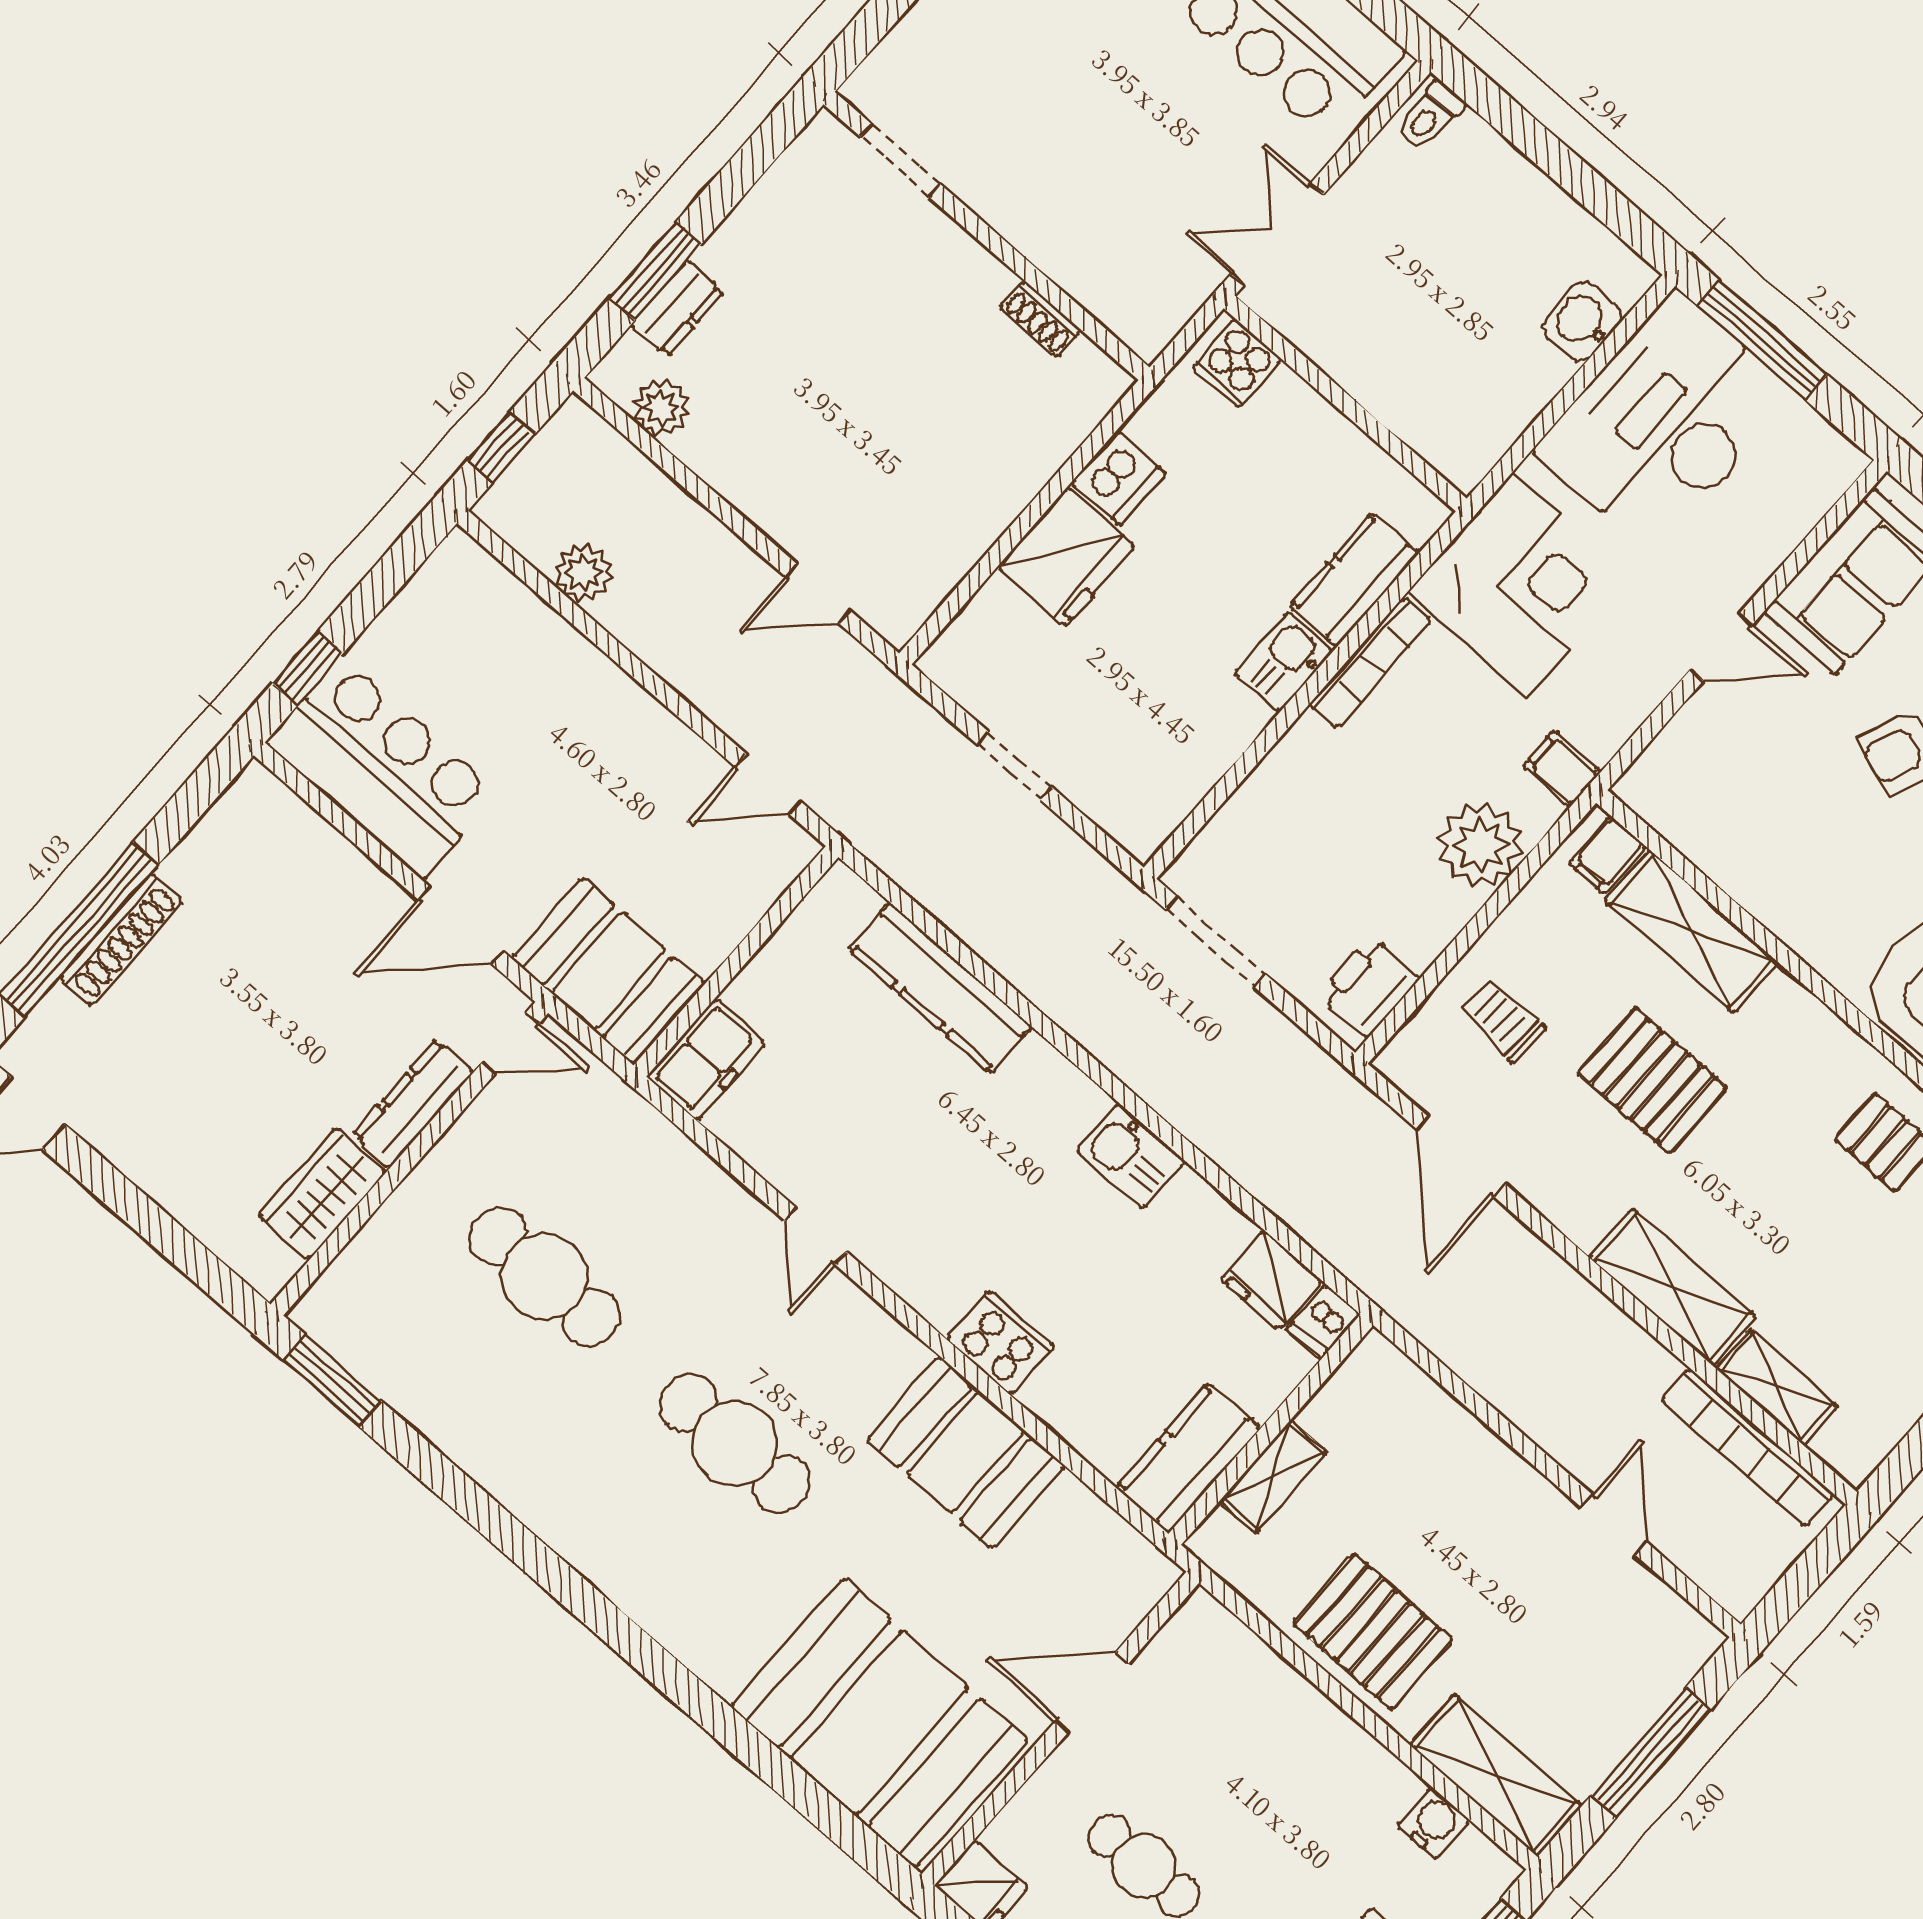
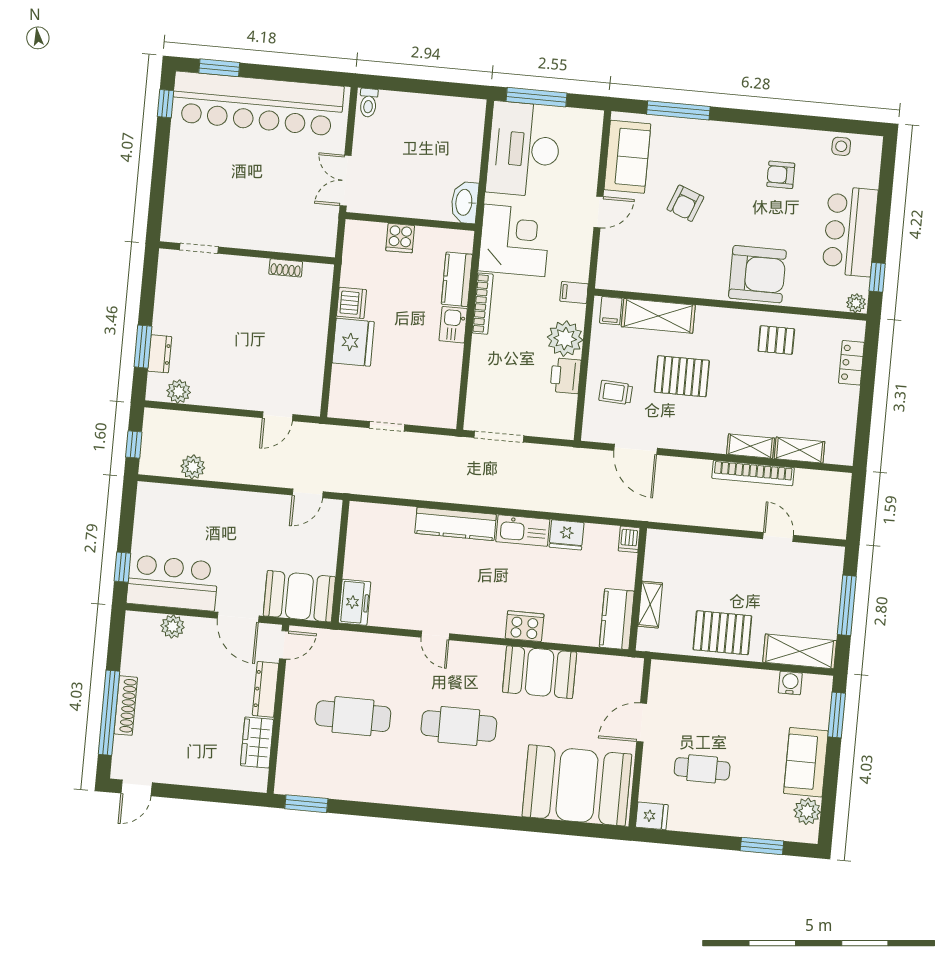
washbasin: (1582, 321) -> (465, 202), moved, width x1.38
cooker: (1237, 363) -> (400, 238), moved
plant: (322, 852) -> (173, 627), added
door: (461, 926) -> (238, 617), hinge flipped
printer: (1369, 987) -> (566, 376), moved
kitchen counter: (940, 988) -> (456, 524), moved
kitchen sink: (1131, 1156) -> (523, 531), width x1.38
fridge: (1272, 1280) -> (567, 535), moved
shelving: (1672, 1287) -> (751, 446), width x0.67, depth x0.75
bookcase: (1747, 1447) -> (753, 473), moved

